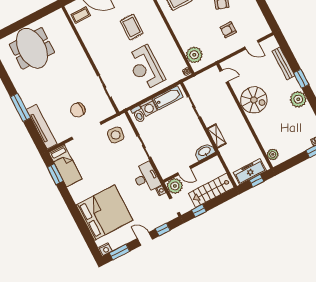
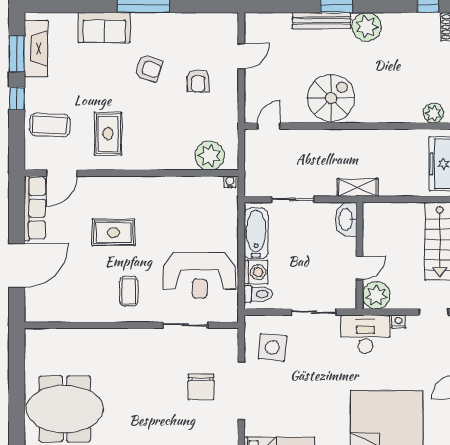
coffee table: (81, 15) -> (129, 291), moved
bench: (284, 64) -> (322, 21), moved
reception desk: (146, 68) -> (200, 275), moved
washbasin: (205, 152) -> (346, 219), moved
wall: (190, 168) -> (360, 256), moved
door: (184, 171) -> (360, 268), moved
plant: (175, 186) -> (376, 295), moved

